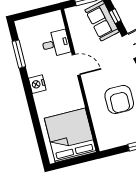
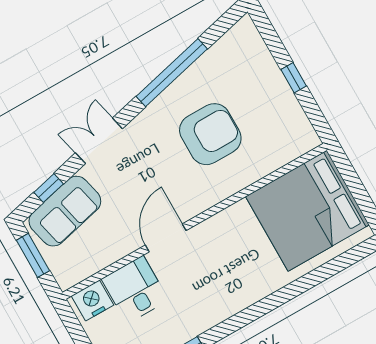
nightstand: (37, 84) -> (92, 300), moved, turned 180

